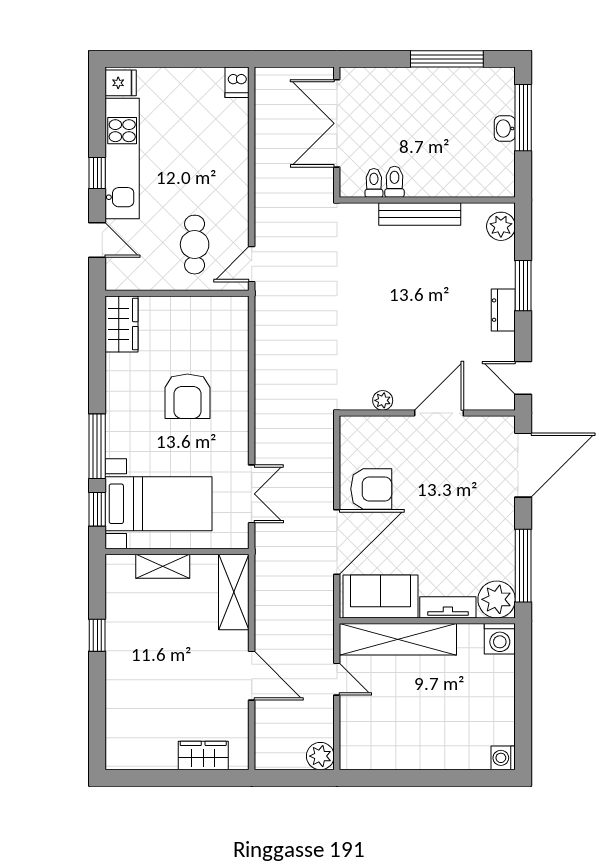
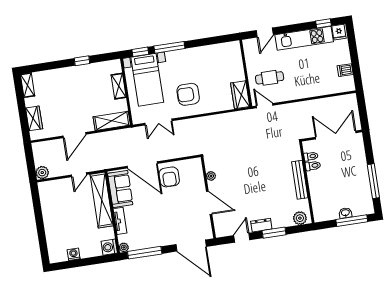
dishwasher: (237, 82) -> (345, 70), moved
window: (97, 173) -> (323, 23), moved
wardrobe: (121, 324) -> (240, 95), moved, turned 90
door: (523, 378) -> (242, 238), moved
armchair: (187, 396) -> (188, 94), moved
plant: (497, 599) -> (124, 247), width x0.53, depth x0.53
shelving: (131, 758) -> (28, 85), added
washing machine: (503, 758) -> (74, 254), moved

